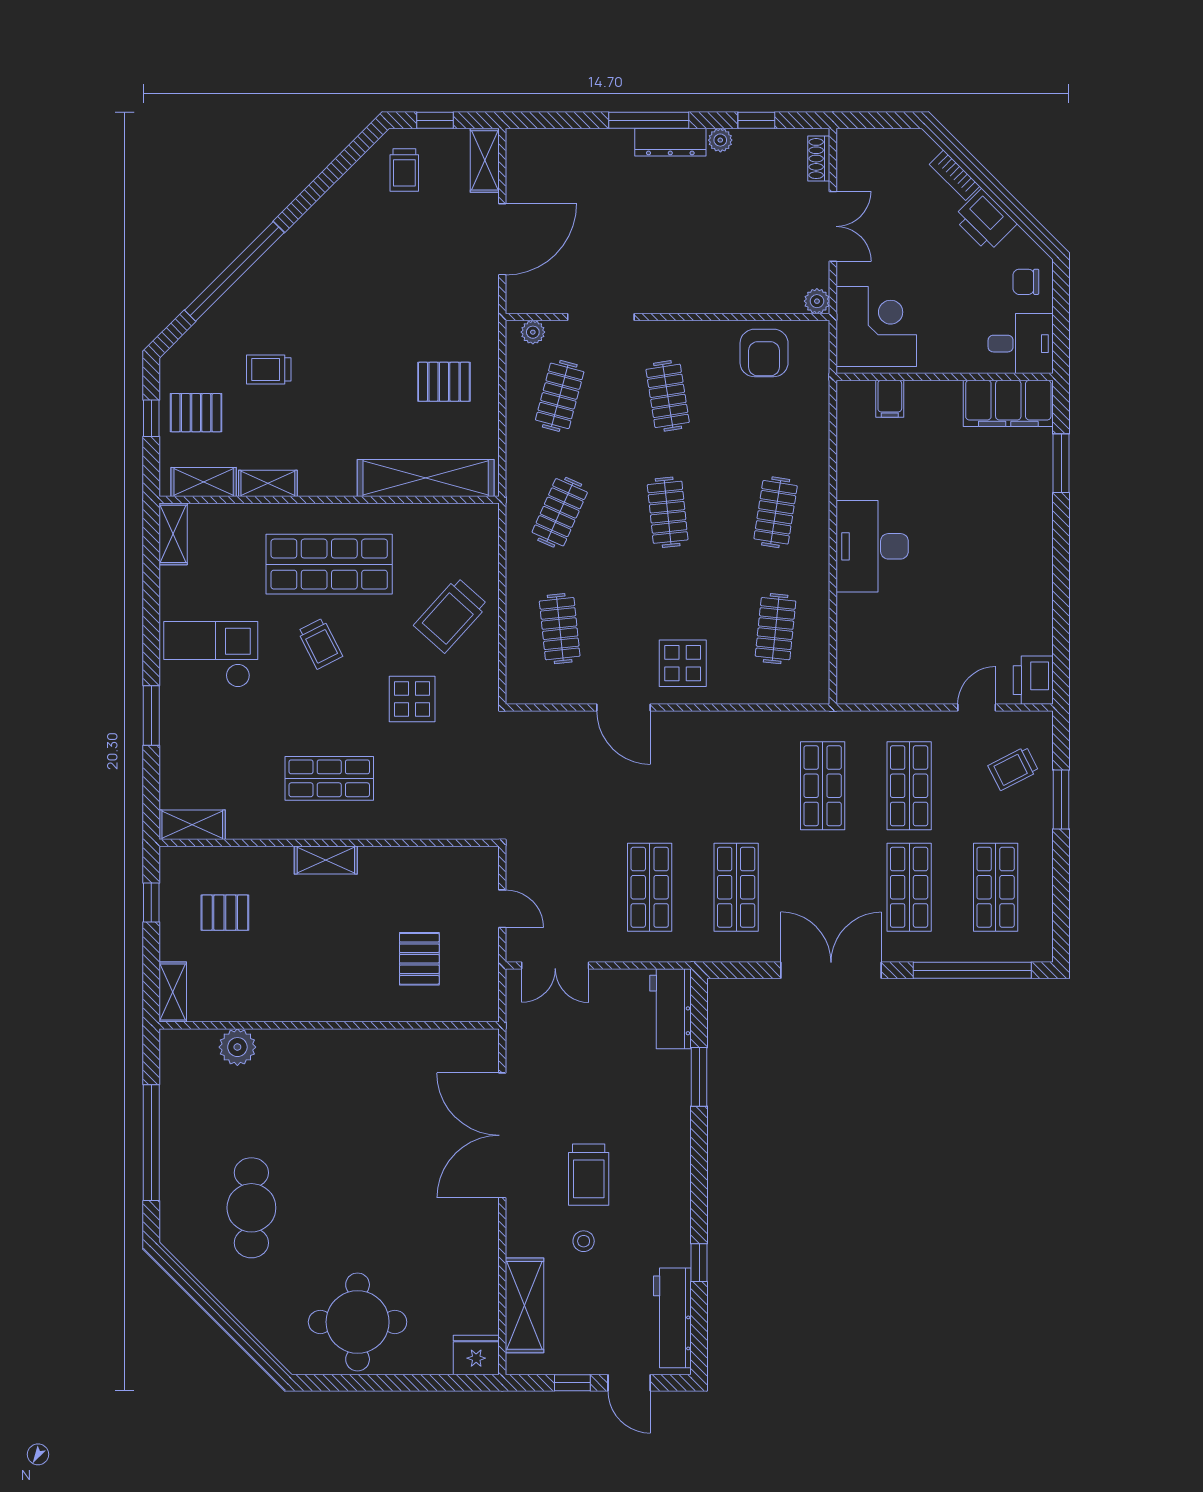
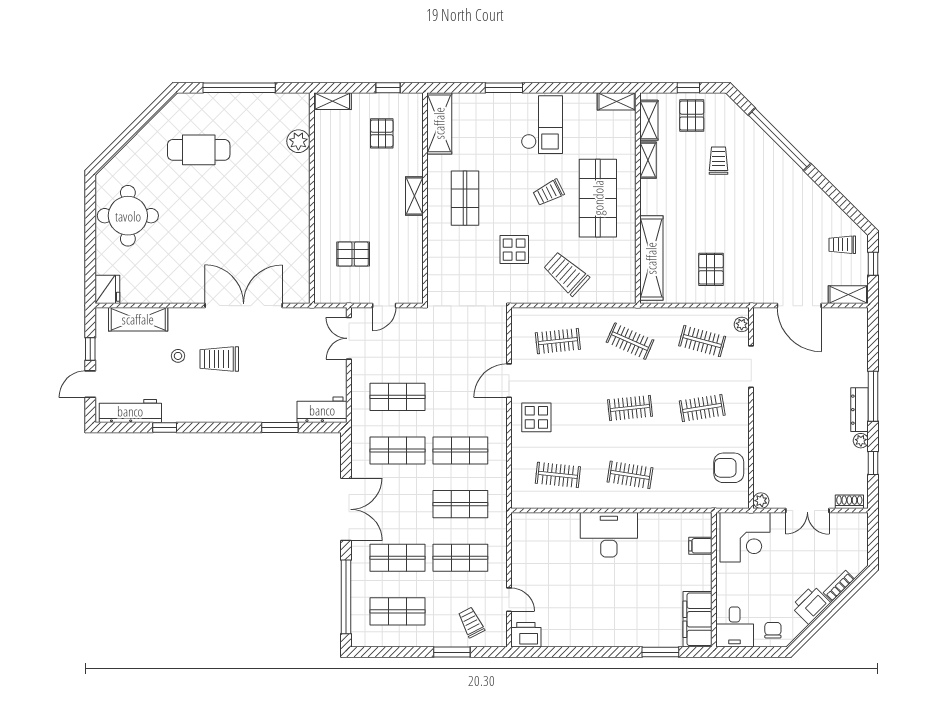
shop shelf: (736, 786) -> (460, 450), added
shelving: (192, 825) -> (439, 123), width x1.50, depth x1.33

